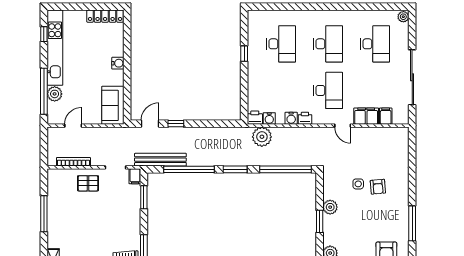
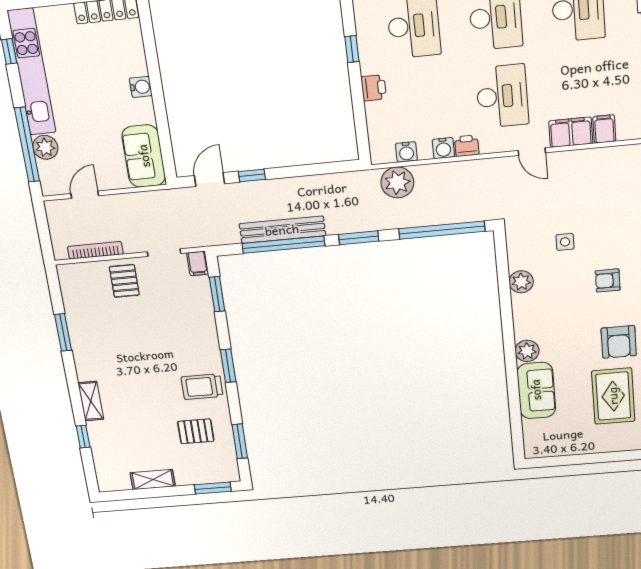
printer: (255, 118) -> (374, 88), moved, turned 90
bench: (160, 160) -> (282, 230), moved
pallet: (88, 183) -> (124, 281), turned 90
armchair: (378, 187) -> (608, 281), moved, turned 95
window: (44, 214) -> (63, 332), width x0.69
window: (320, 221) -> (506, 305), removed

